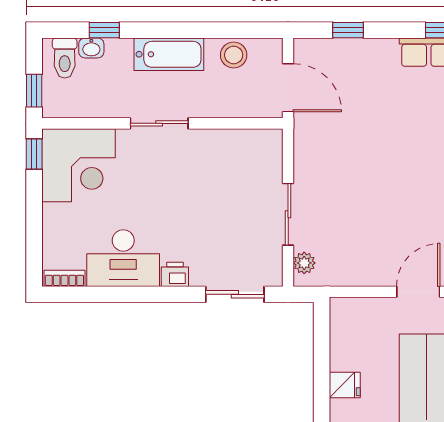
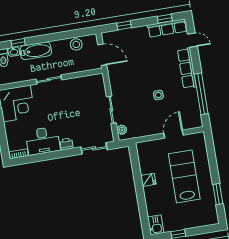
bathtub: (169, 54) -> (36, 51), moved
side table: (399, 199) -> (158, 95), added

